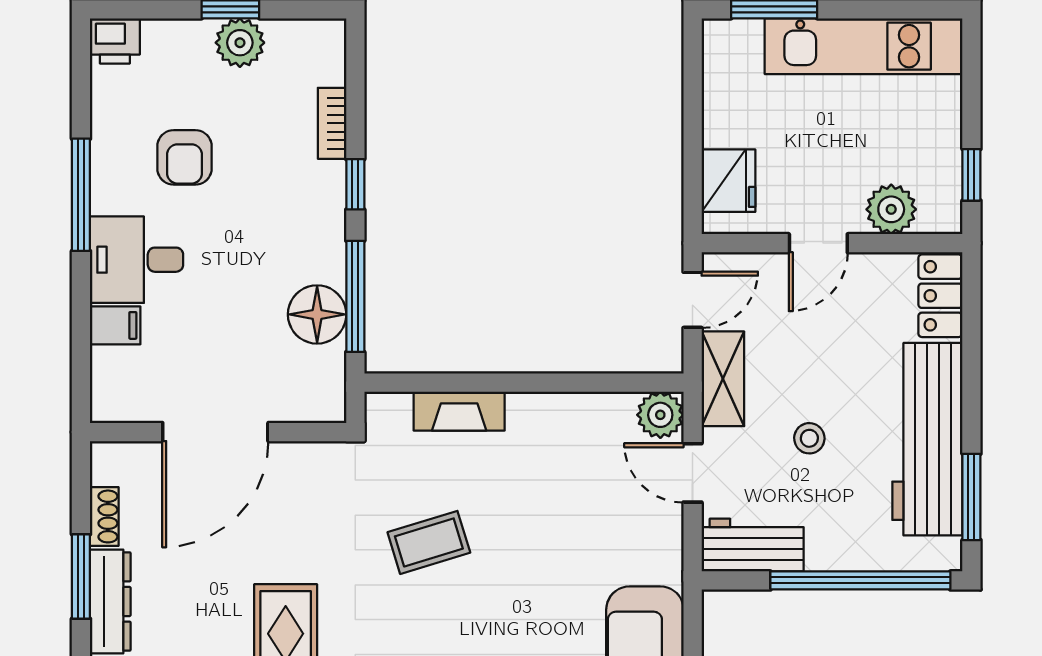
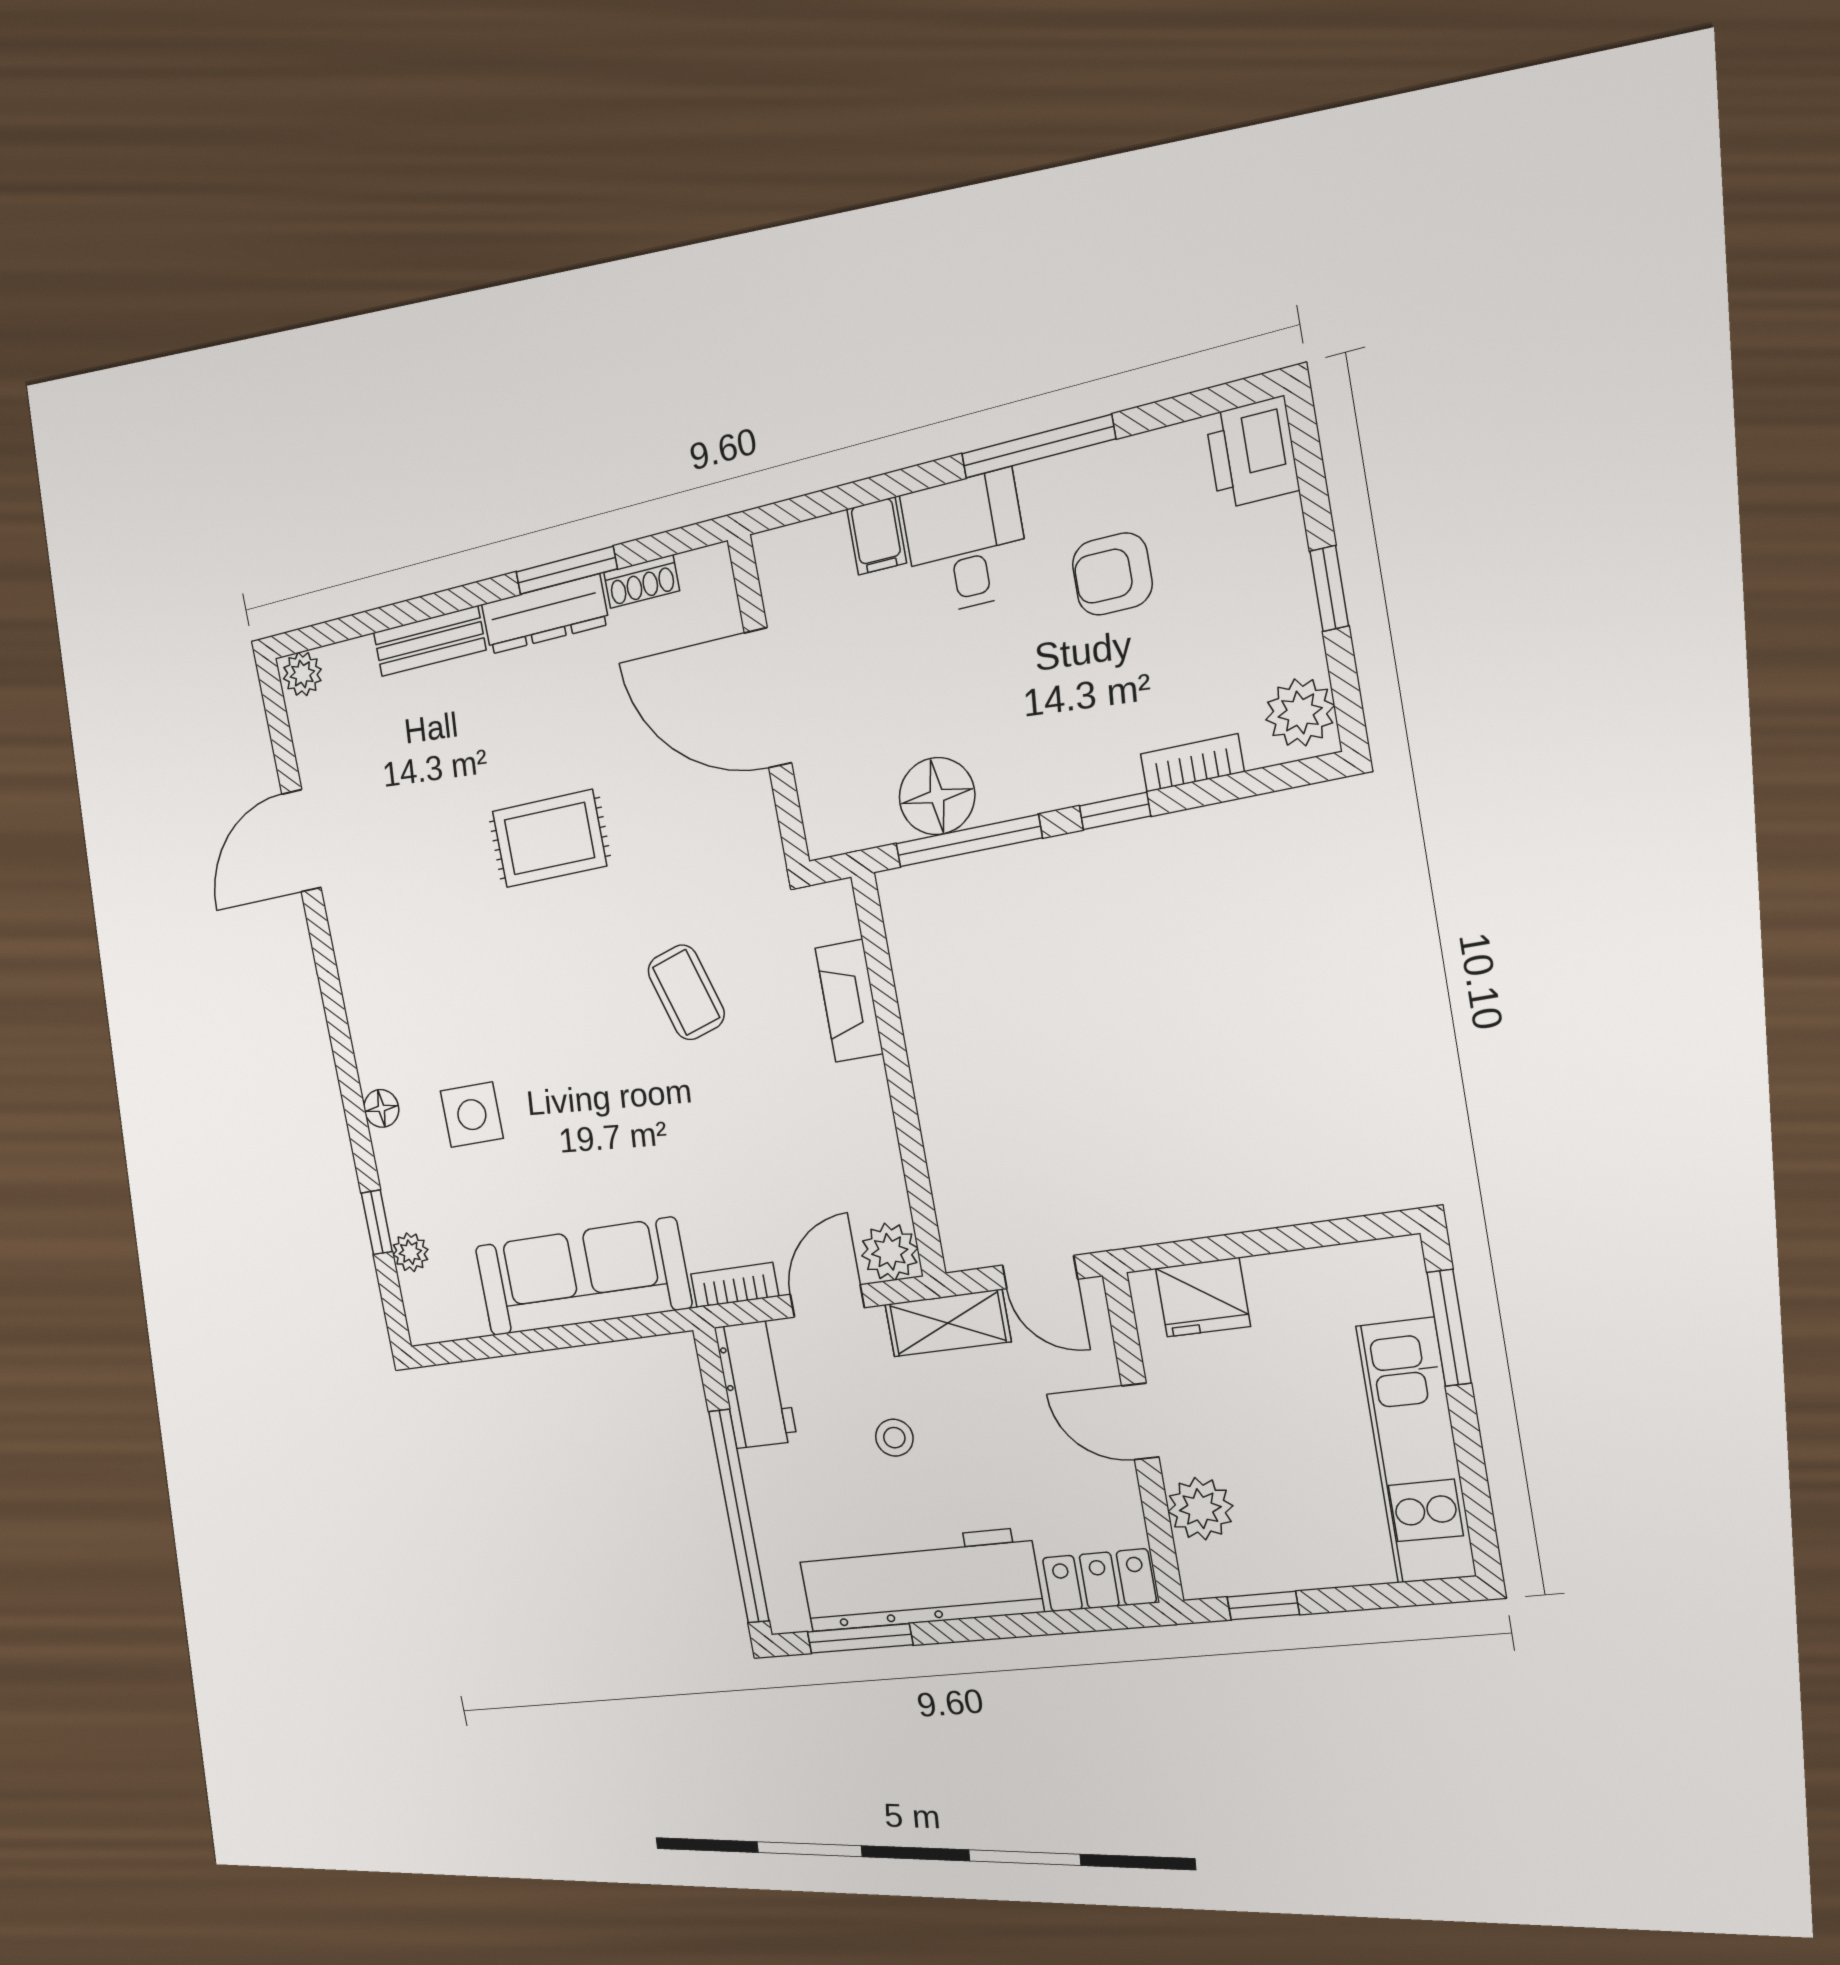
printer: (115, 41) -> (1252, 453), width x1.36, depth x1.24
plant: (240, 43) -> (1300, 712), moved
bookcase: (669, 547) -> (735, 1285), added

